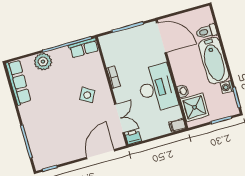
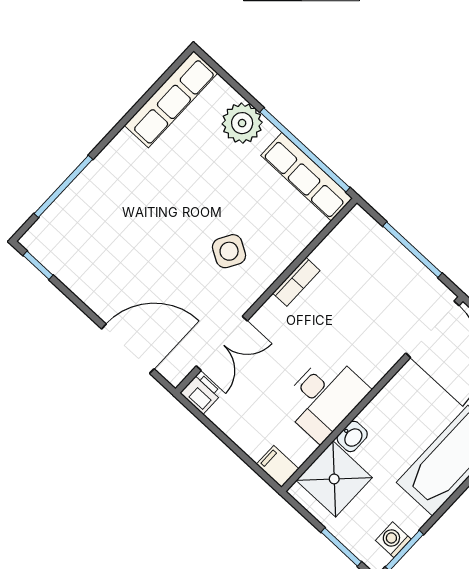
row of seats: (84, 48) -> (307, 177), width x1.48
washing machine: (227, 87) -> (393, 540), moved
desk: (157, 88) -> (324, 397), width x0.73, depth x0.77

